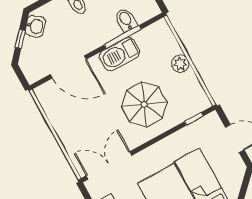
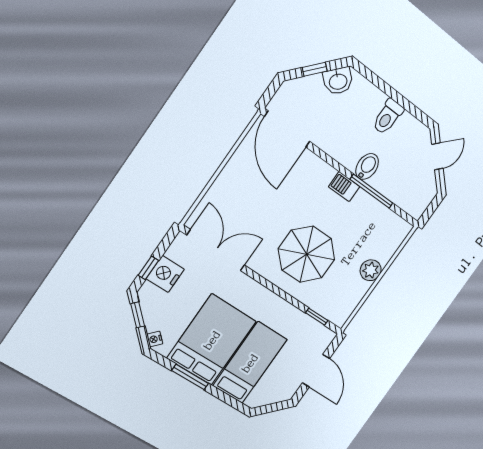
bidet: (126, 20) -> (367, 166), moved
barbecue: (119, 54) -> (344, 187), width x0.53, depth x0.65
door: (68, 67) -> (287, 129), moved

